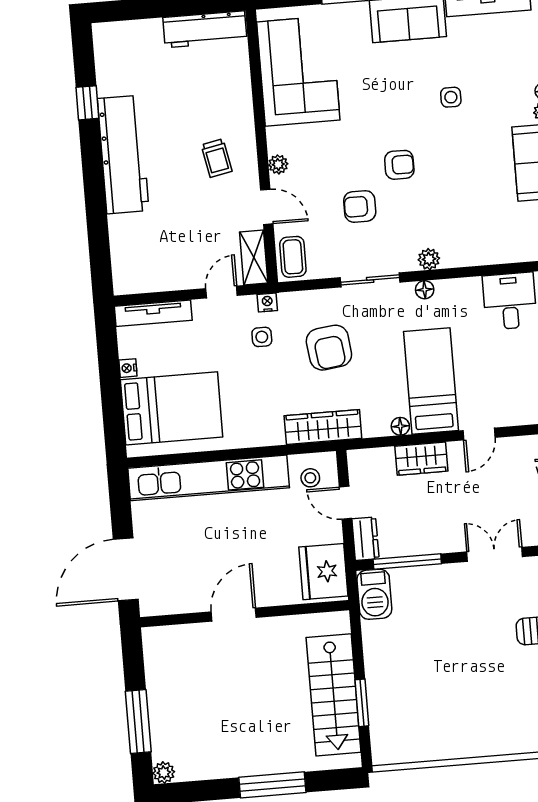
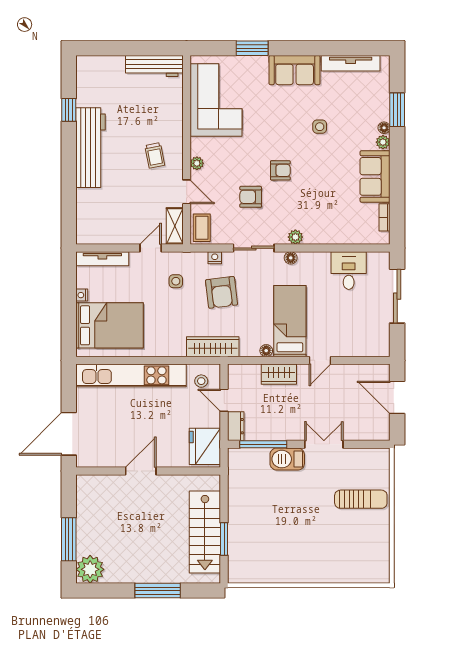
nightstand: (267, 302) -> (215, 258), moved
barbecue: (374, 594) -> (287, 459), moved, turned 90
plant: (164, 773) -> (90, 569), width x1.88, depth x1.88

